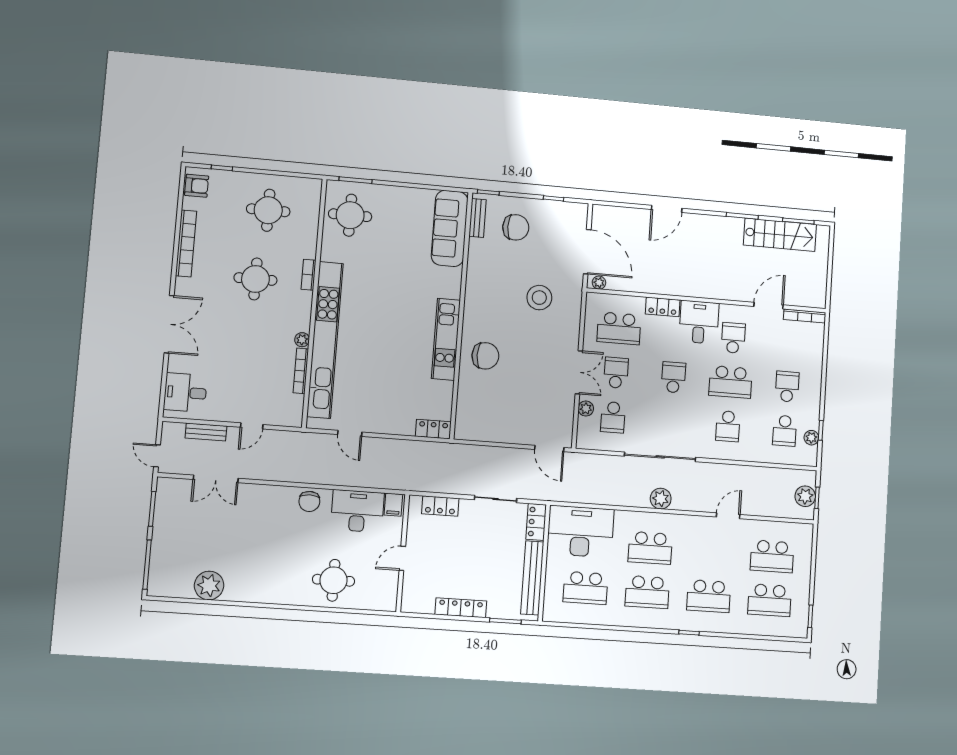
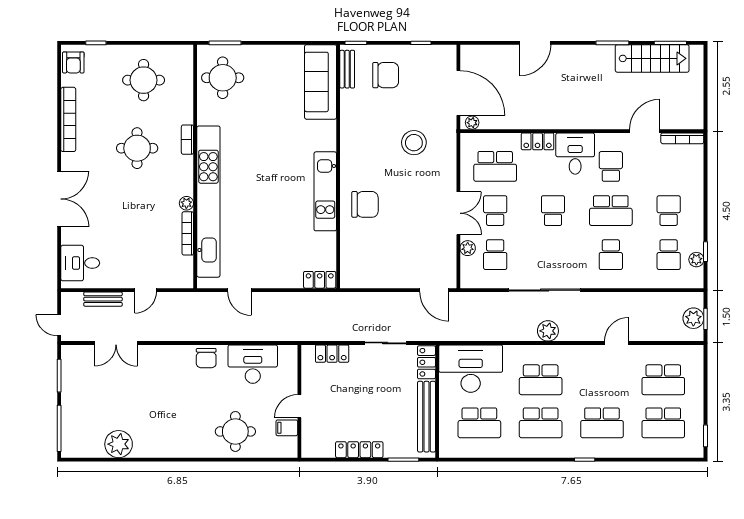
armchair: (197, 186) -> (73, 62), turned 90
filing cabinet: (393, 505) -> (287, 428), moved, turned 90

